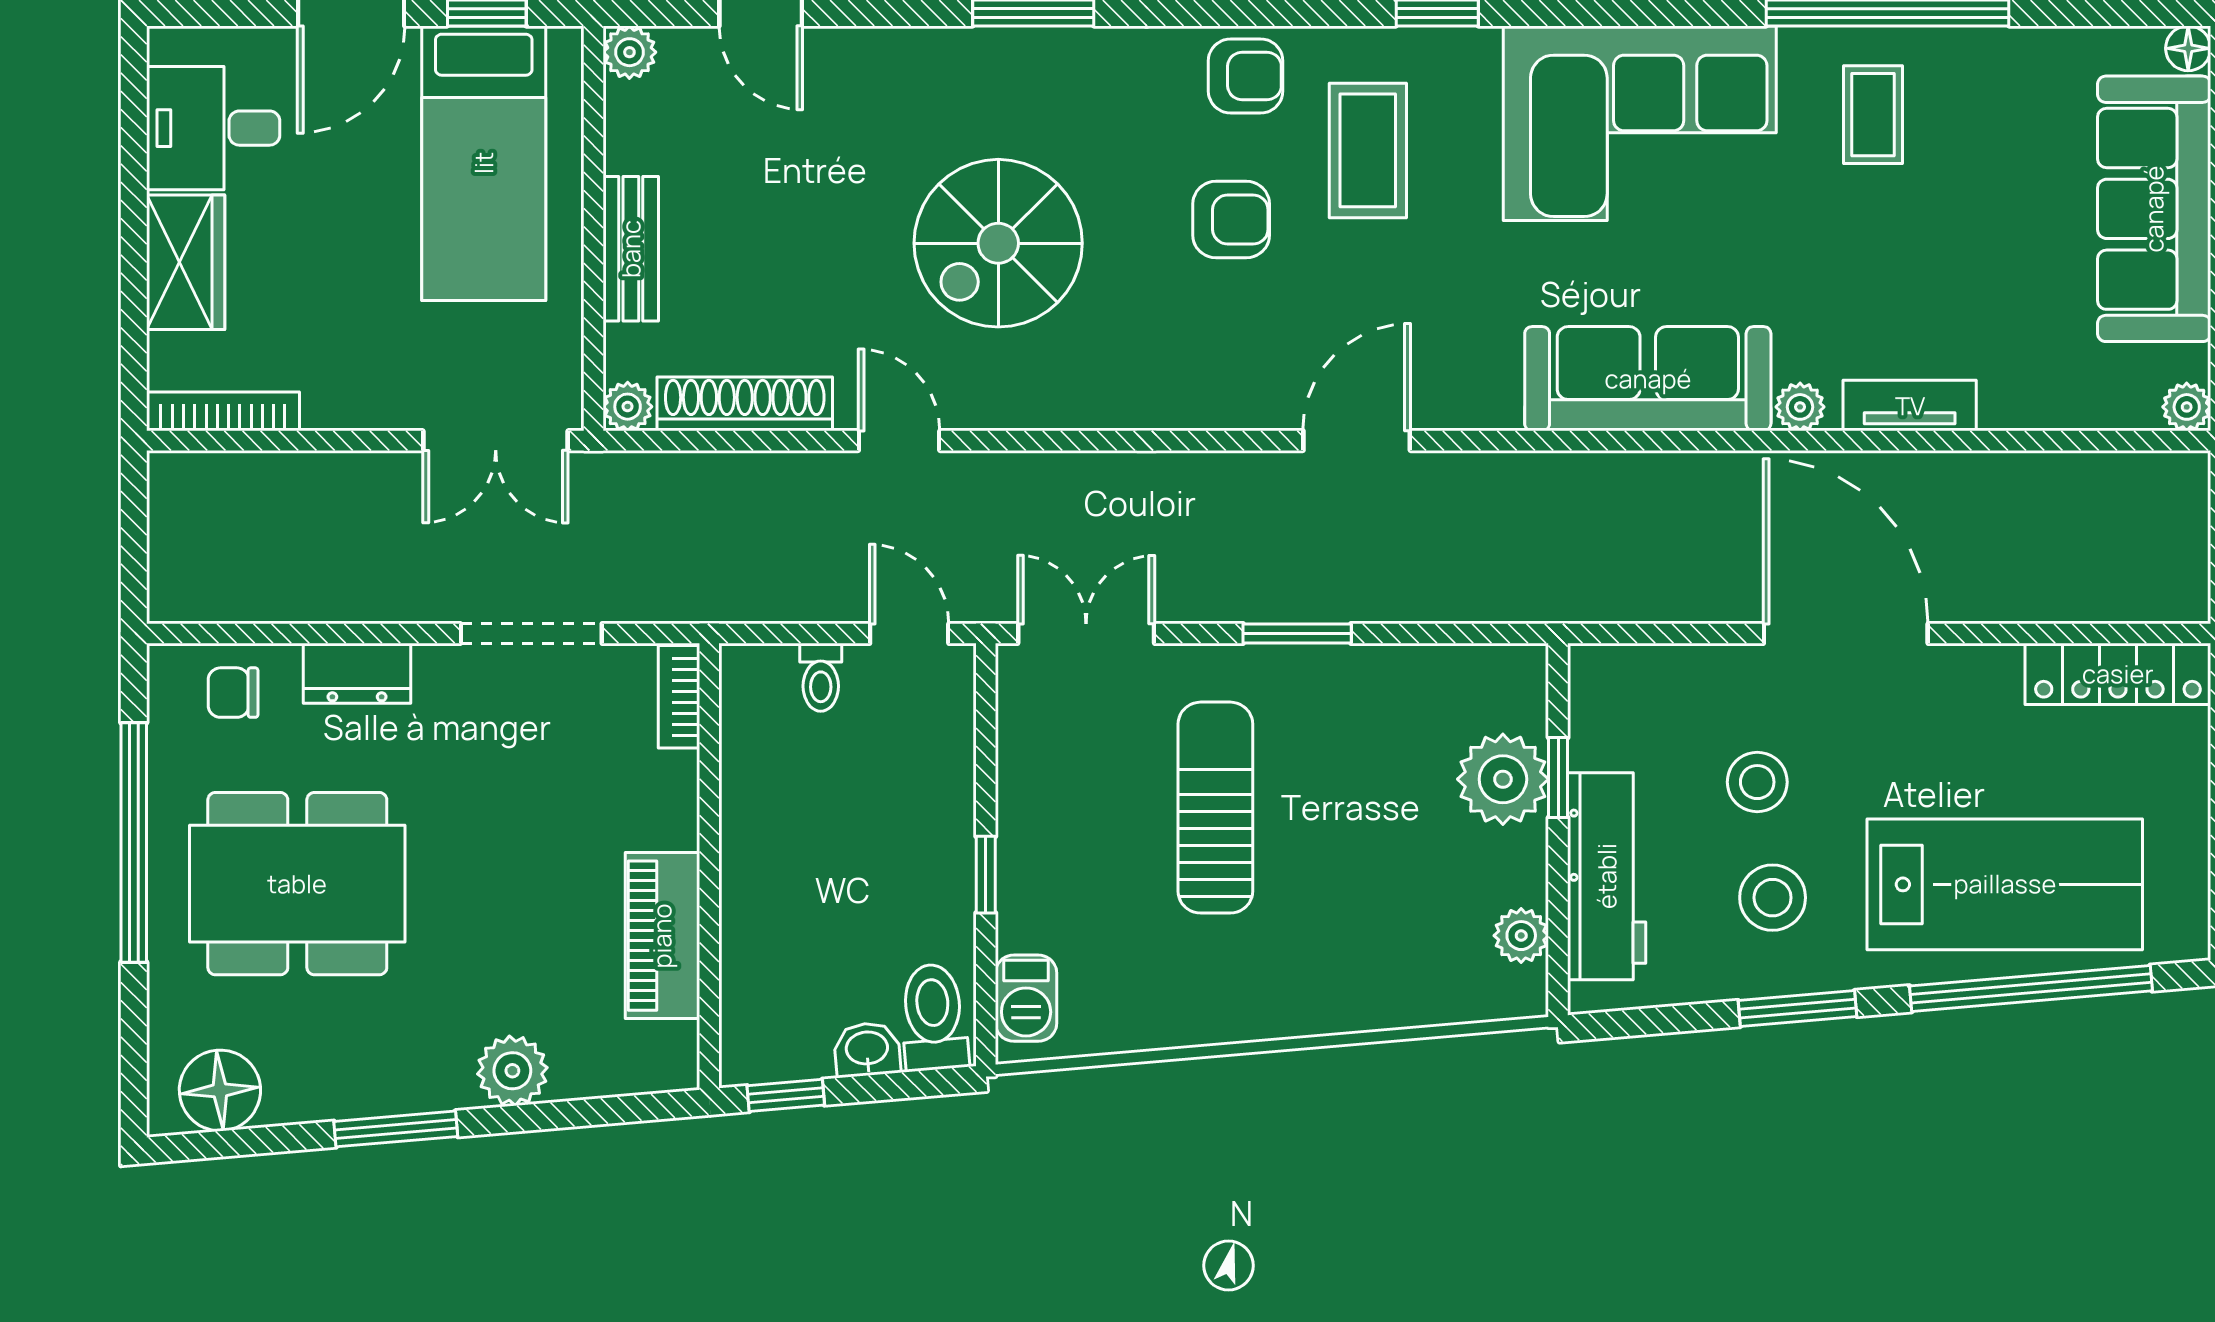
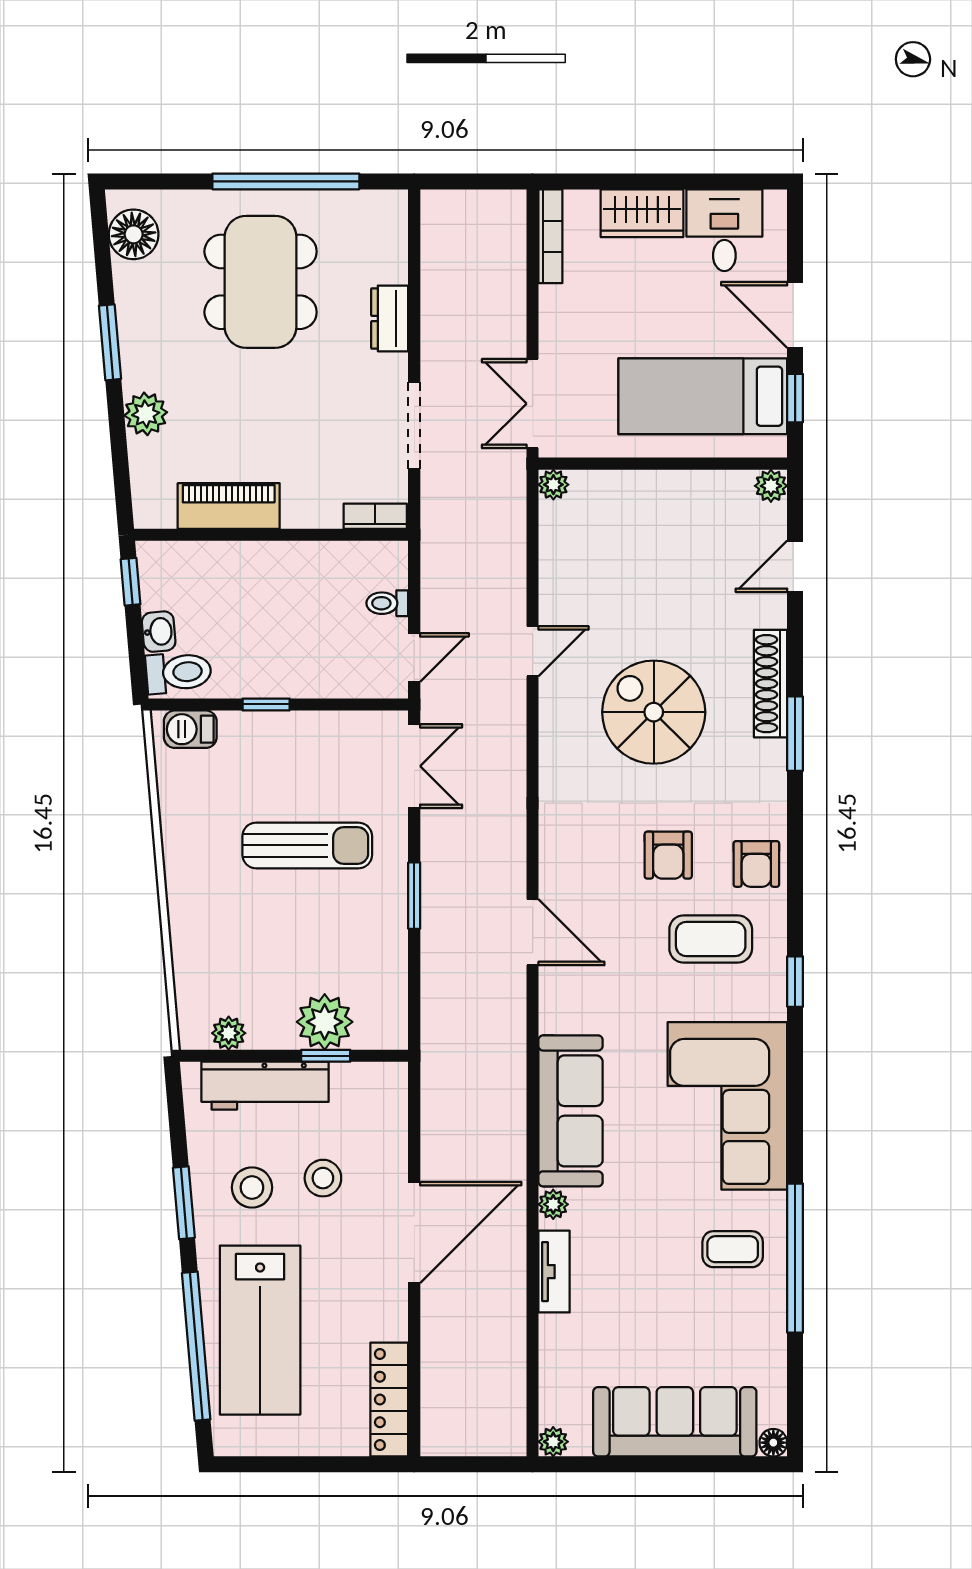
bench: (631, 249) -> (650, 487), removed
shoe rack: (745, 404) -> (771, 684), moved, turned 180
chair: (233, 693) -> (378, 242), removed

